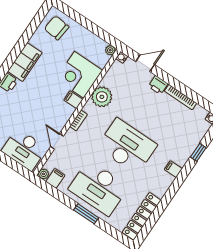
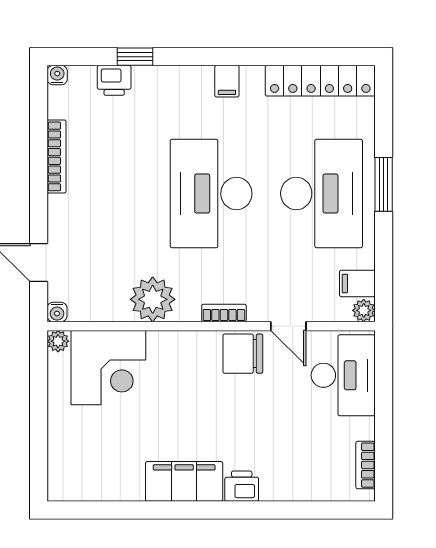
chair: (57, 28) -> (243, 354), moved, turned 84
corner desk: (79, 75) -> (108, 368), moved
printer: (158, 85) -> (114, 80), moved, turned 90
filing cabinet: (73, 100) -> (193, 347), removed
door: (57, 141) -> (288, 326), hinge flipped
filing cabinet: (173, 169) -> (227, 81), moved

